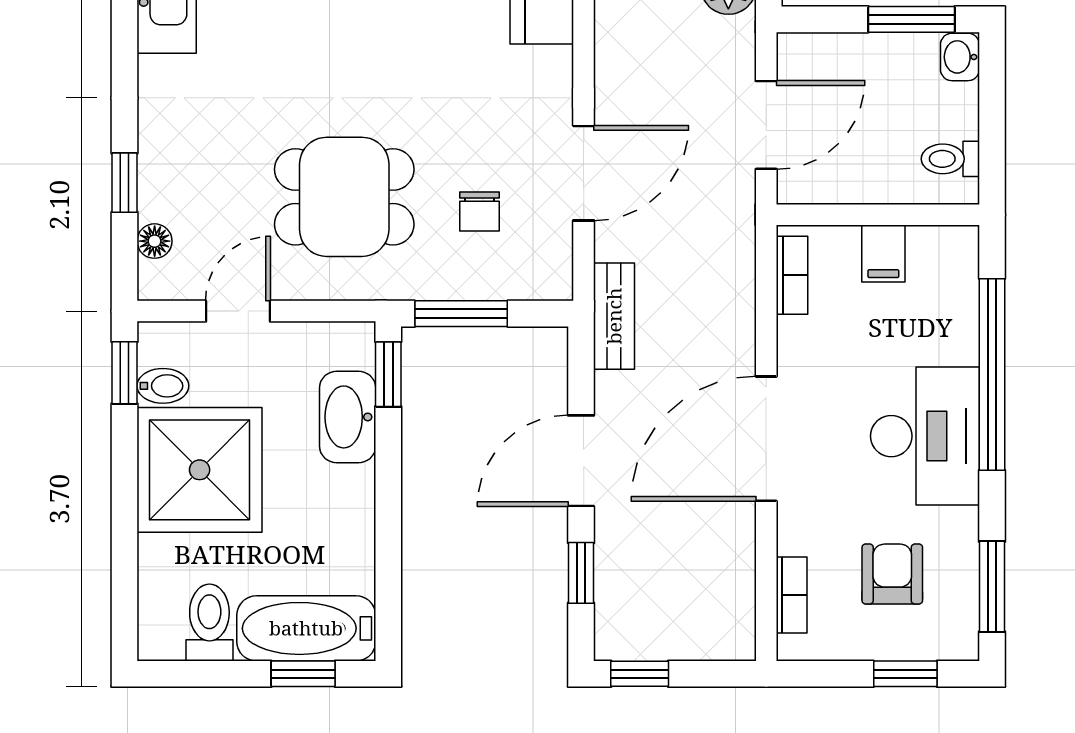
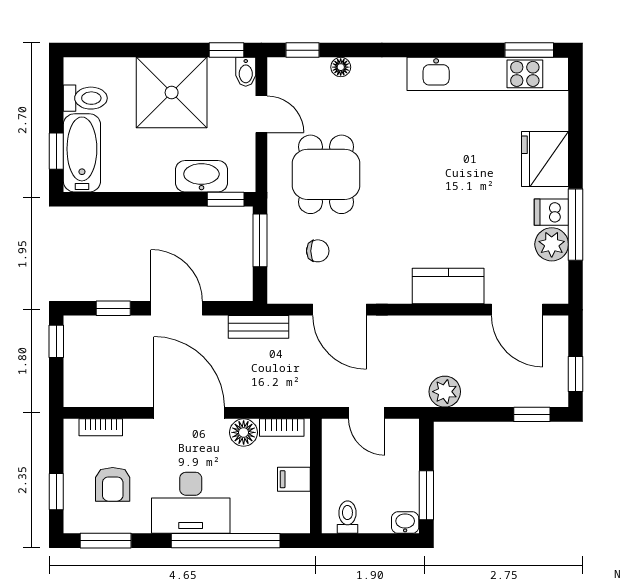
door: (766, 125) -> (367, 413), width x0.73
window: (124, 183) -> (302, 50), moved
chair: (480, 211) -> (318, 251), turned 180
floor lamp: (155, 241) -> (341, 67), moved
floor lamp: (801, 343) -> (244, 432), added
bidet: (163, 386) -> (246, 72), moved
armchair: (892, 574) -> (113, 484), turned 90

